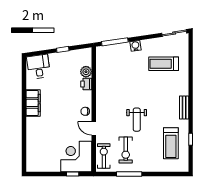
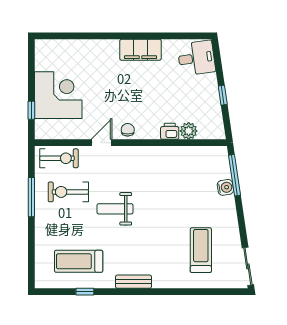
water cooler: (135, 46) -> (225, 187), moved
corner desk: (76, 157) -> (58, 95), moved

